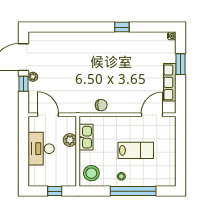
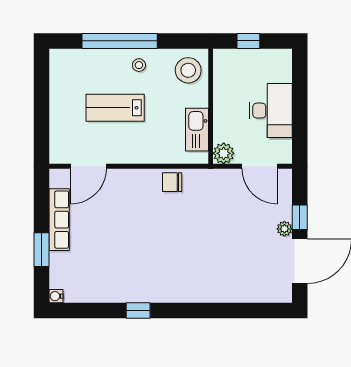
plant: (70, 140) -> (224, 153), moved

